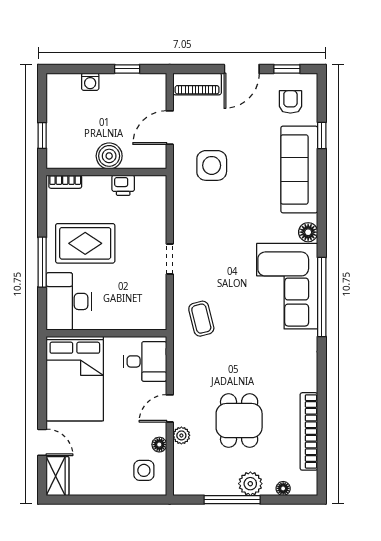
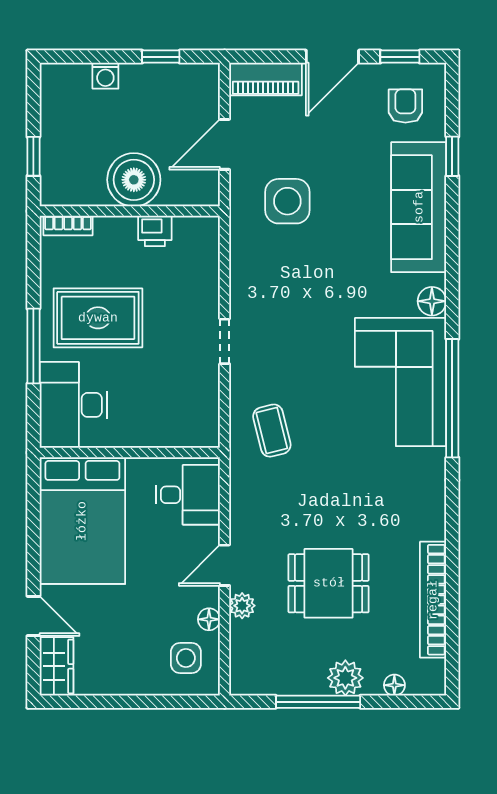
boiler: (109, 156) -> (134, 180), width x1.37, depth x1.37
dining table: (239, 421) -> (329, 583), turned 90

